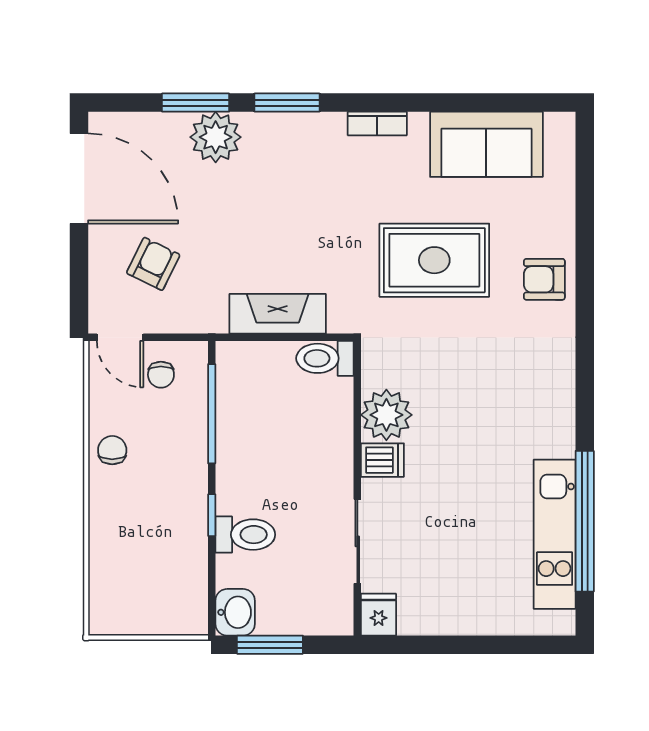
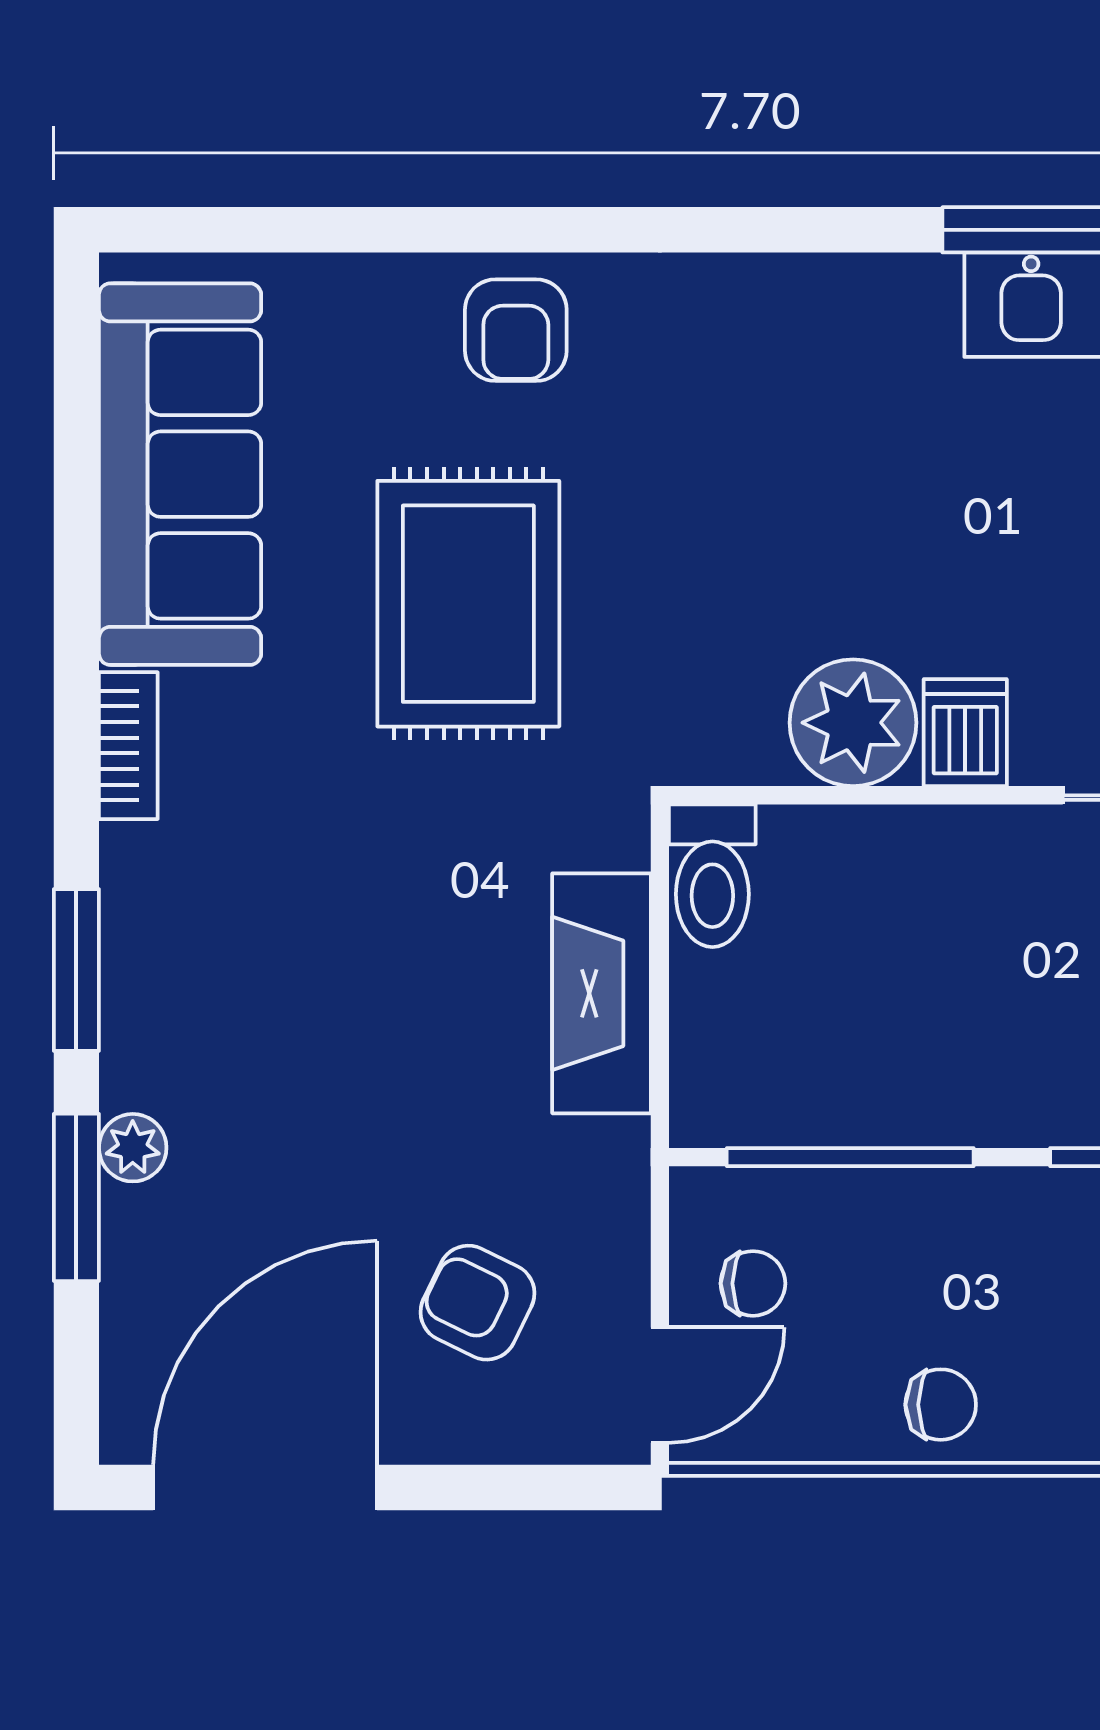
plant: (216, 137) -> (133, 1148), width x0.53, depth x0.53
sofa: (486, 144) -> (180, 474), width x1.36
chair: (112, 450) -> (941, 1405), turned 180

